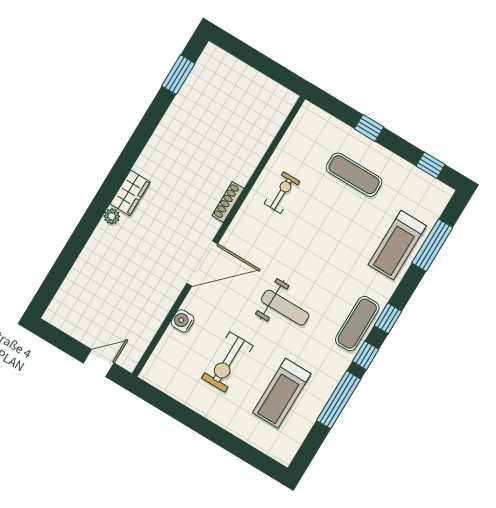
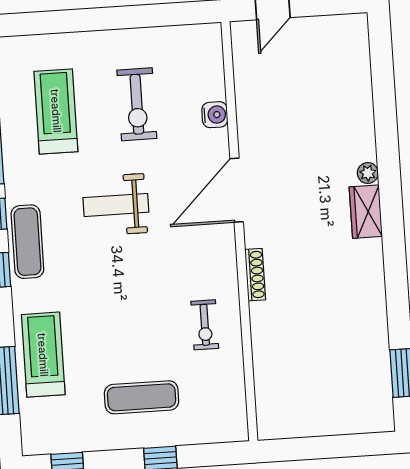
exercise bike: (227, 362) -> (137, 104), turned 180

